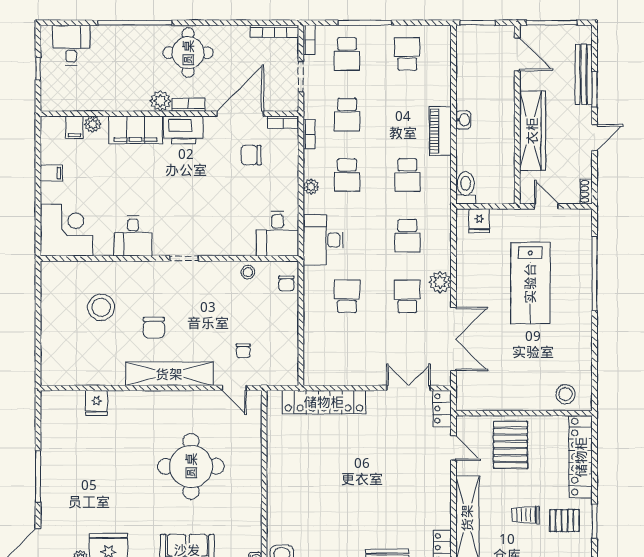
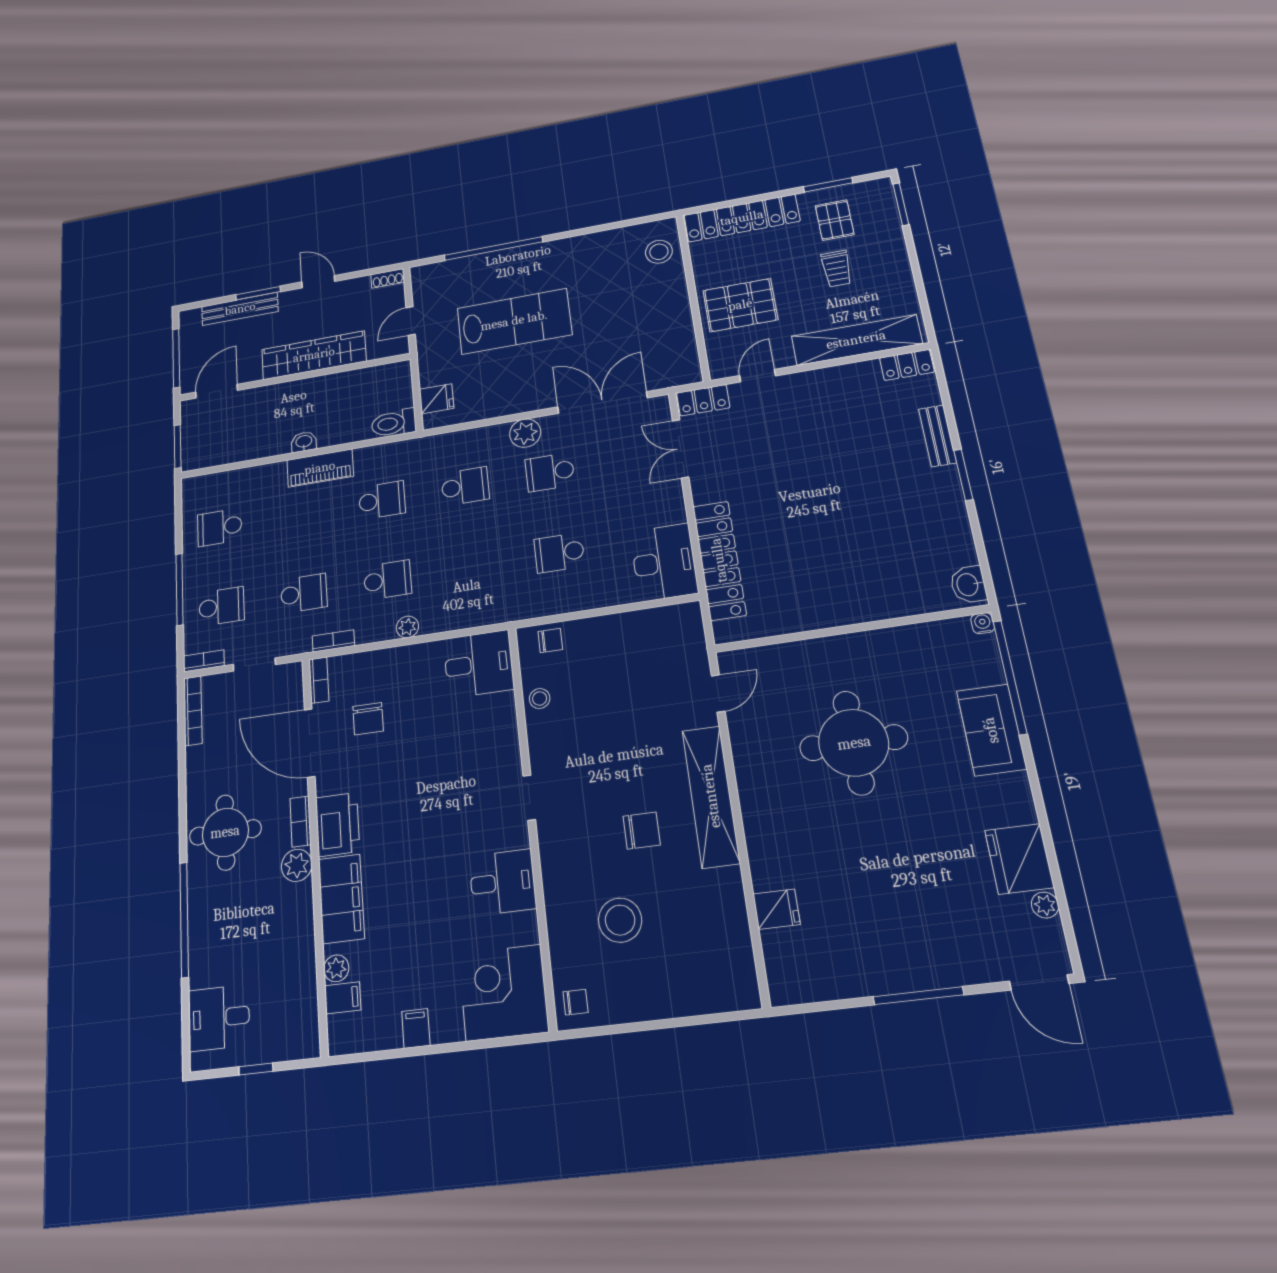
desk: (323, 240) -> (664, 562), moved, turned -90
chair: (243, 351) -> (576, 1002), moved

